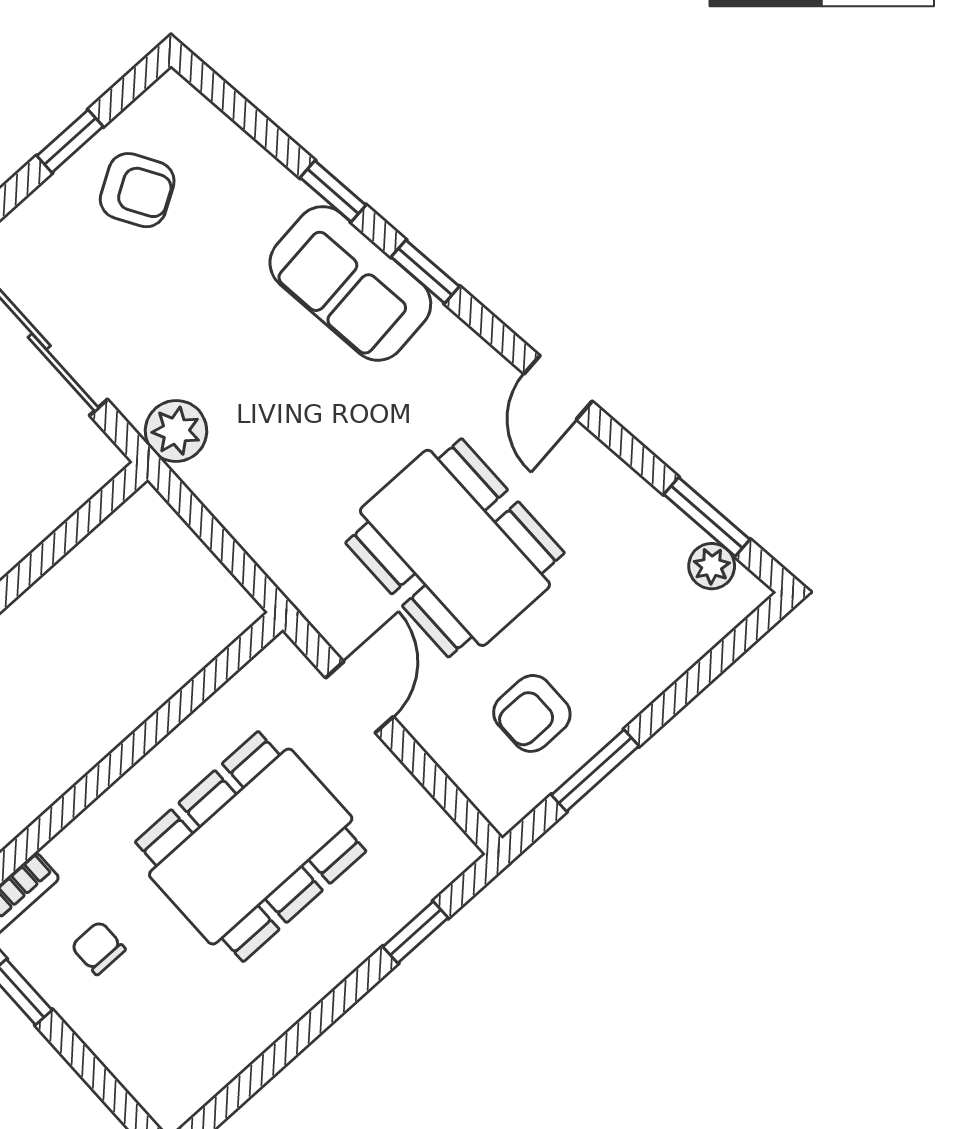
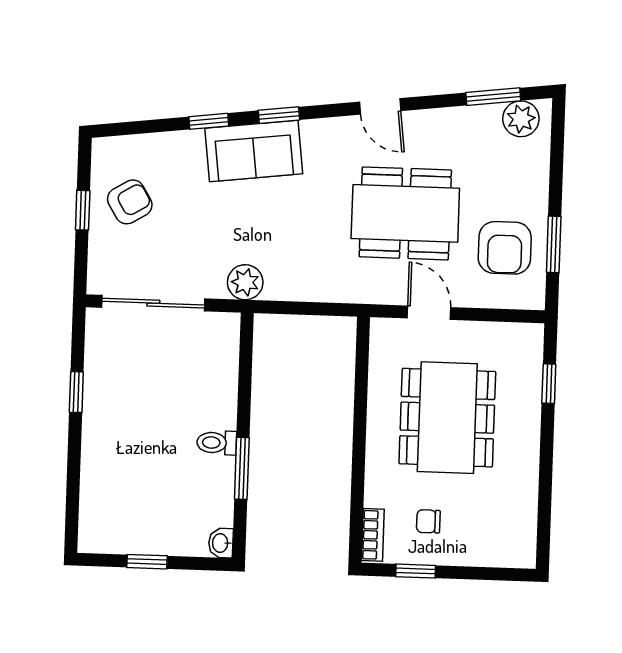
plant: (712, 566) -> (521, 119), width x1.38, depth x1.38
armchair: (532, 713) -> (505, 248), width x1.38, depth x1.38

